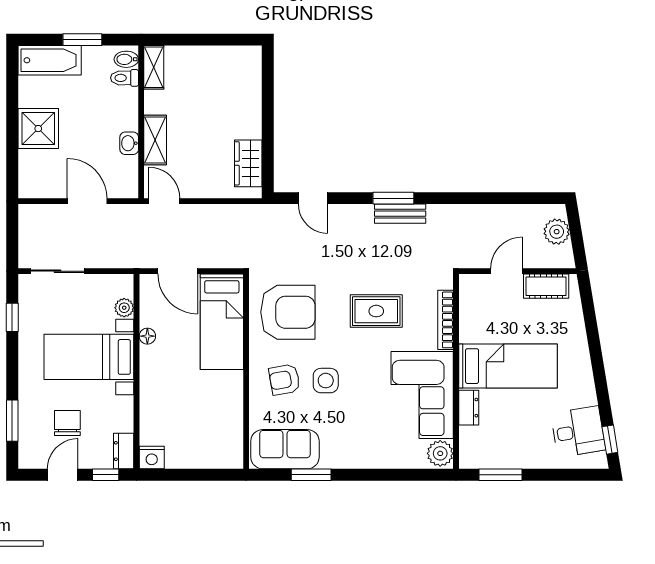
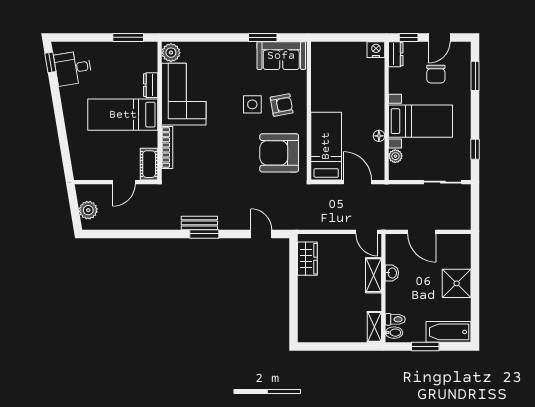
cot: (546, 286) -> (149, 164), moved, turned 90
rug: (376, 311) -> (216, 154), removed

